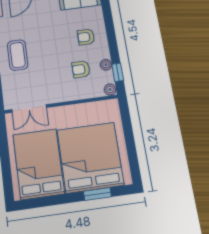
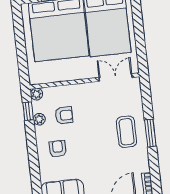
armchair: (86, 37) -> (58, 149), turned -90

